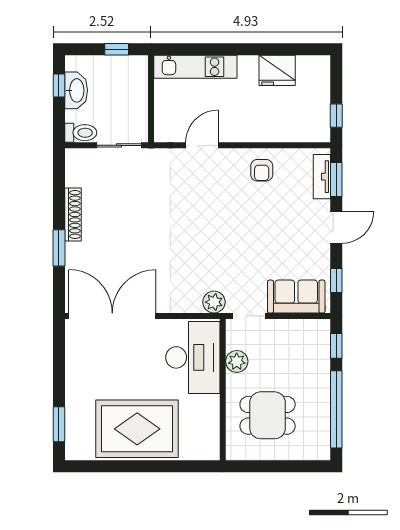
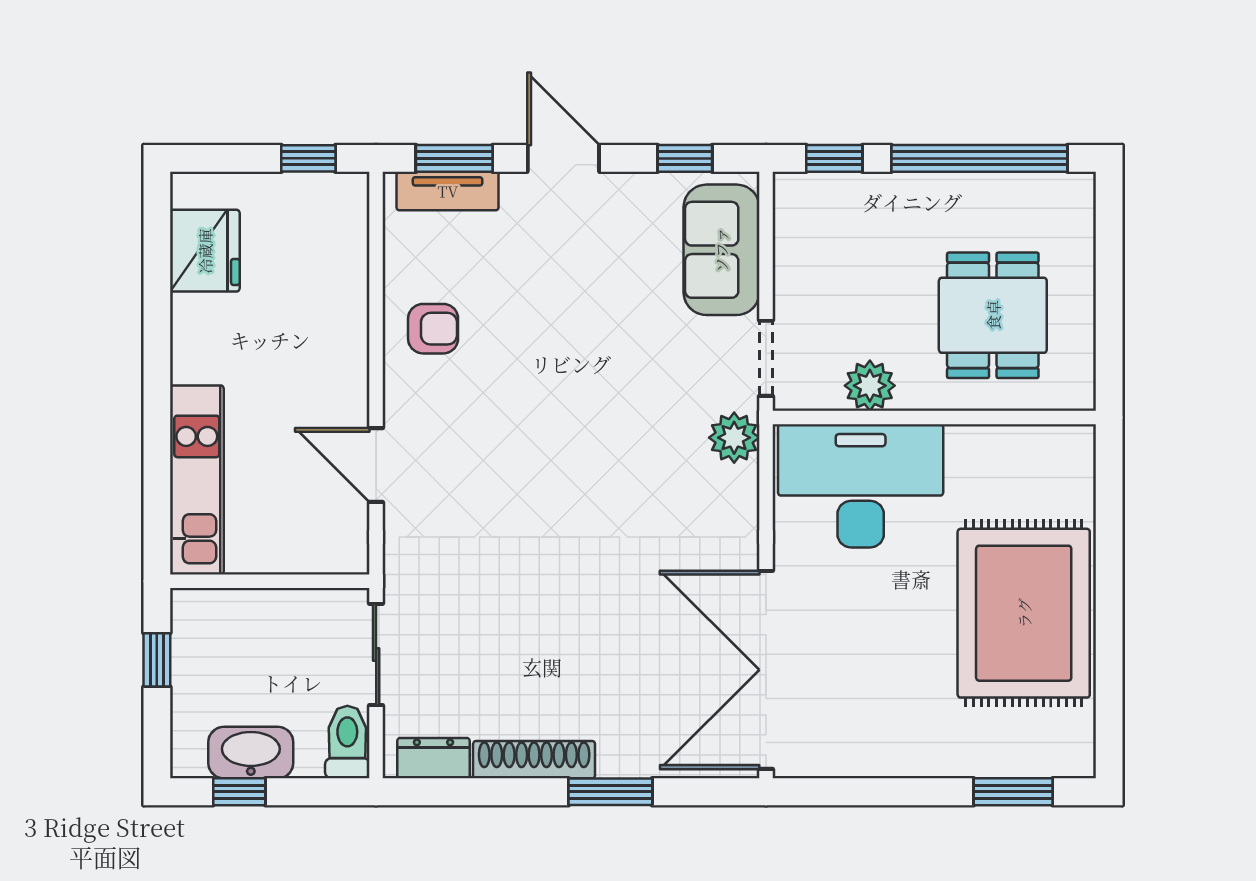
fridge: (277, 70) -> (205, 251), moved
dresser: (74, 170) -> (433, 758), added

